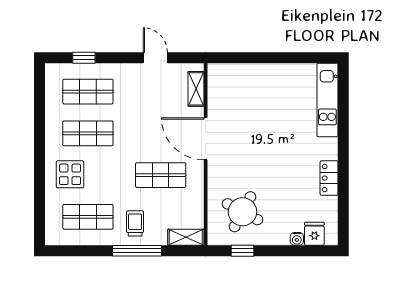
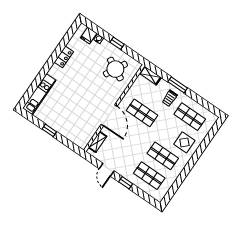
window: (84, 58) -> (126, 183), moved
window: (277, 58) -> (49, 130), added
window: (137, 251) -> (178, 85), width x0.69
window: (243, 251) -> (117, 43), moved

